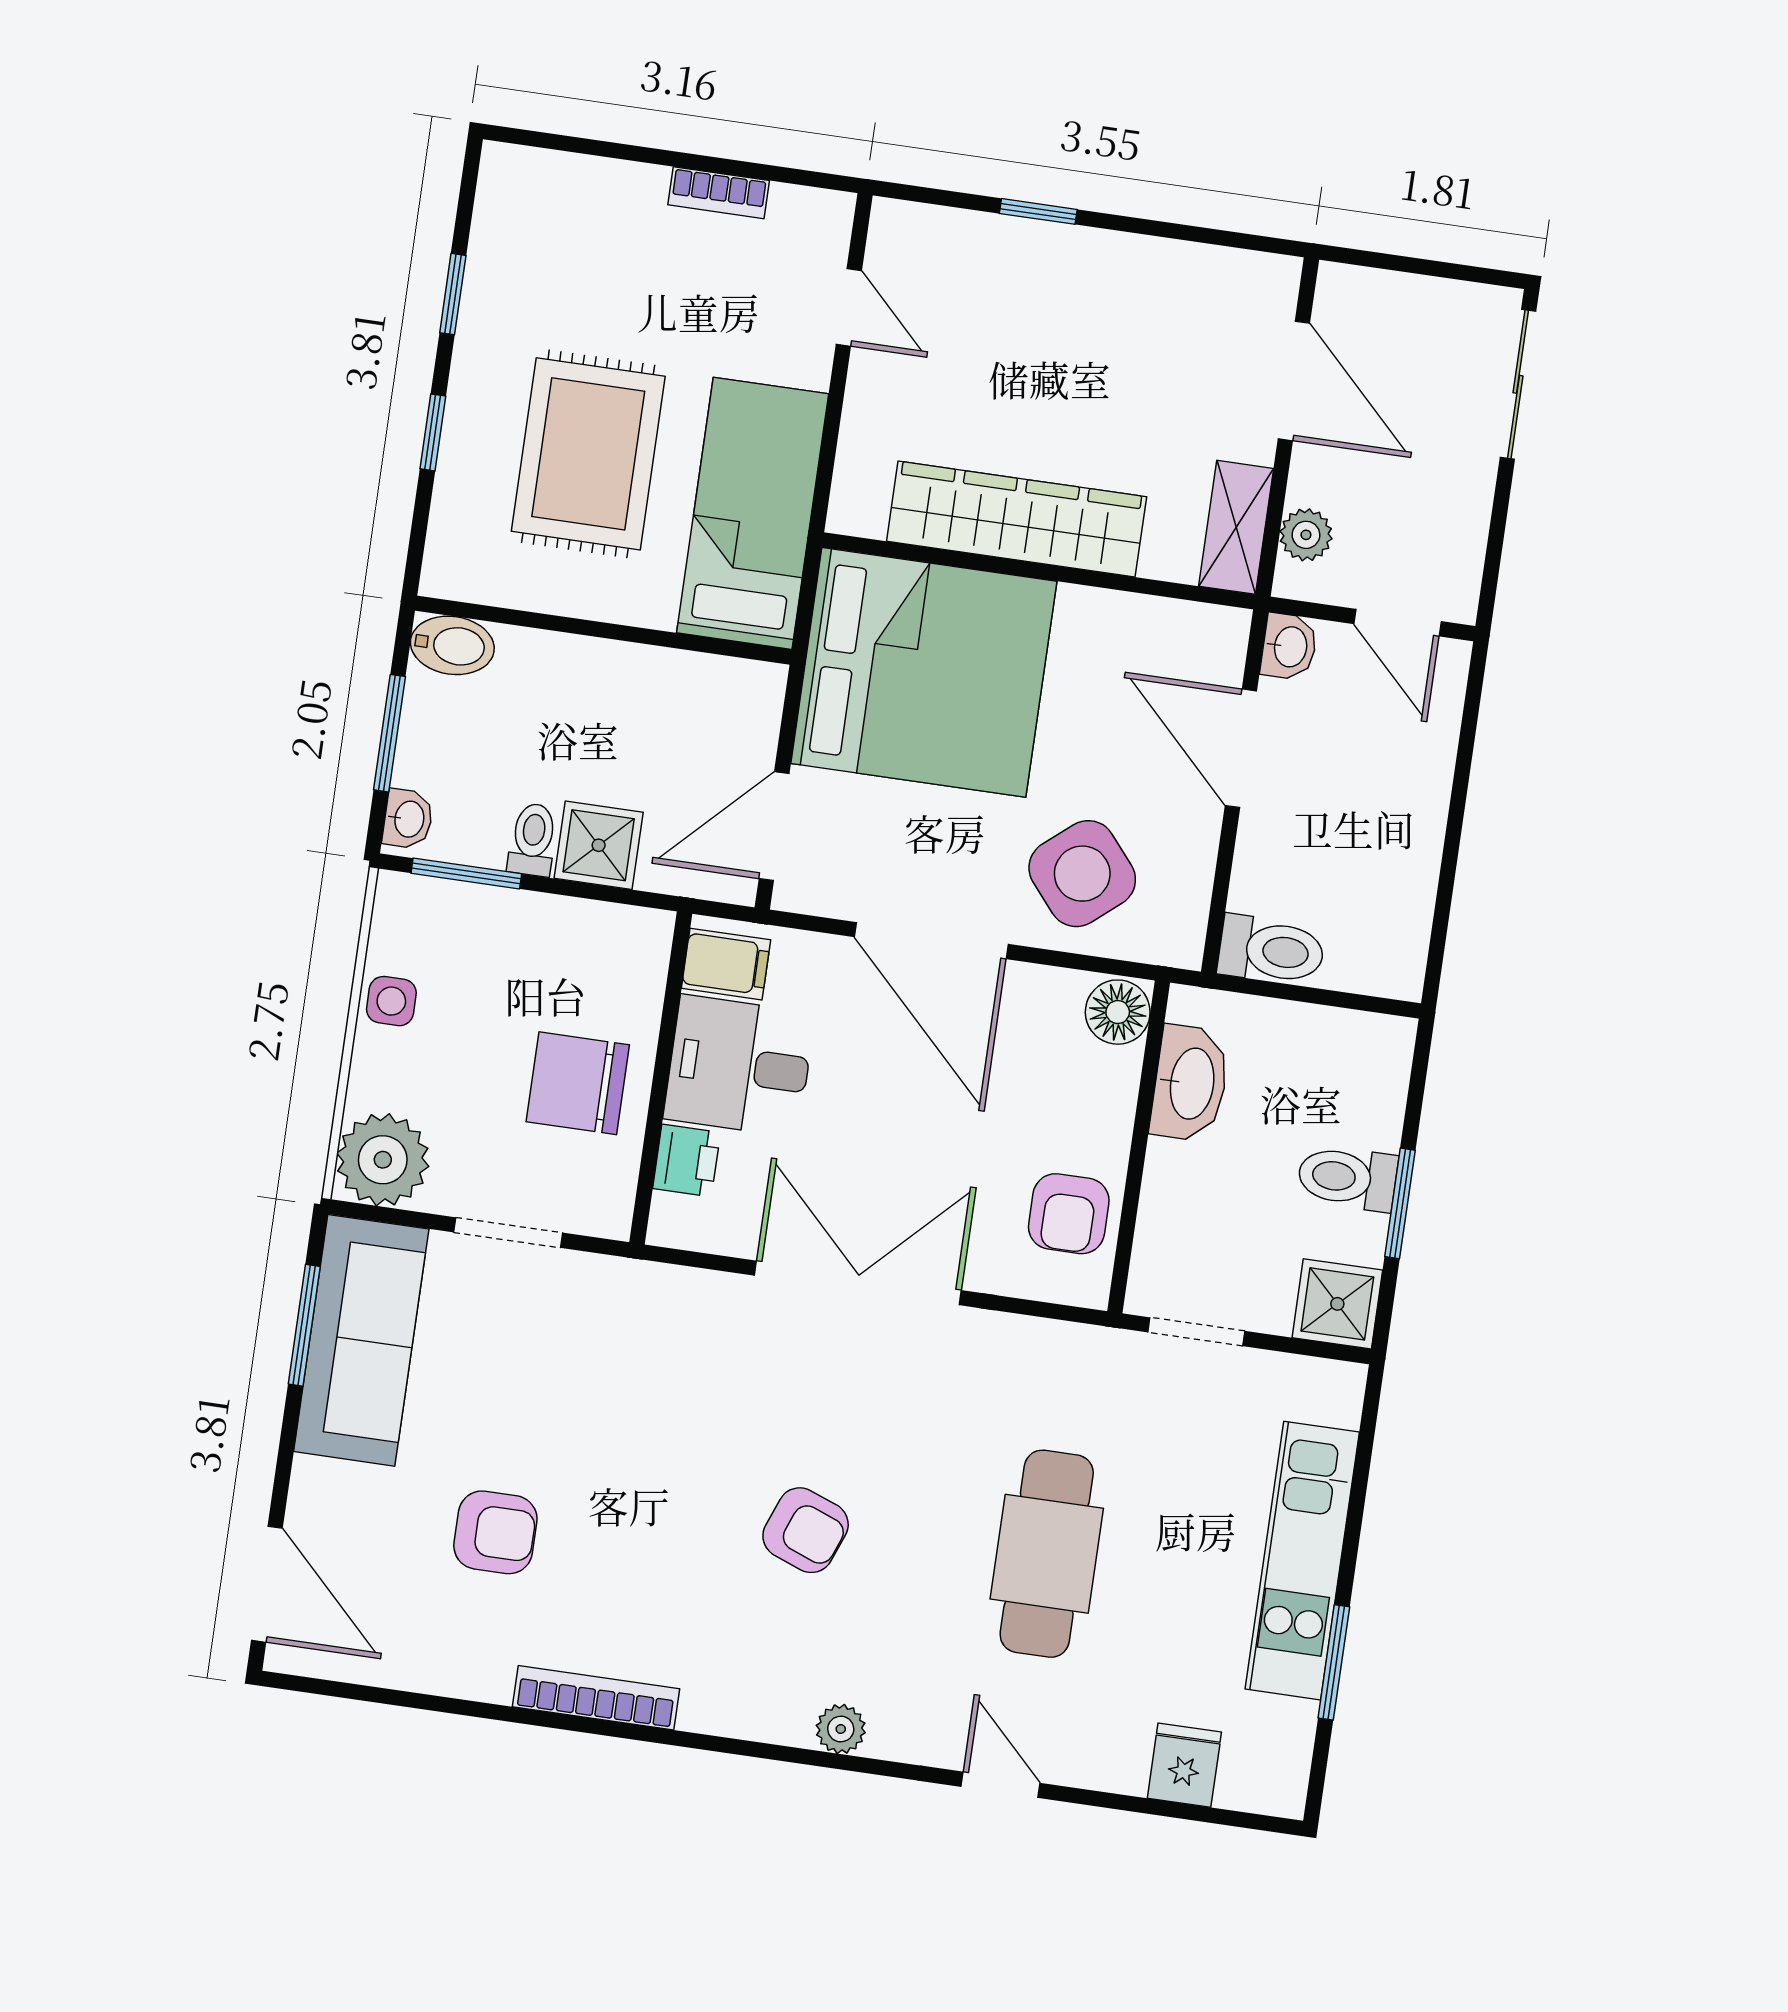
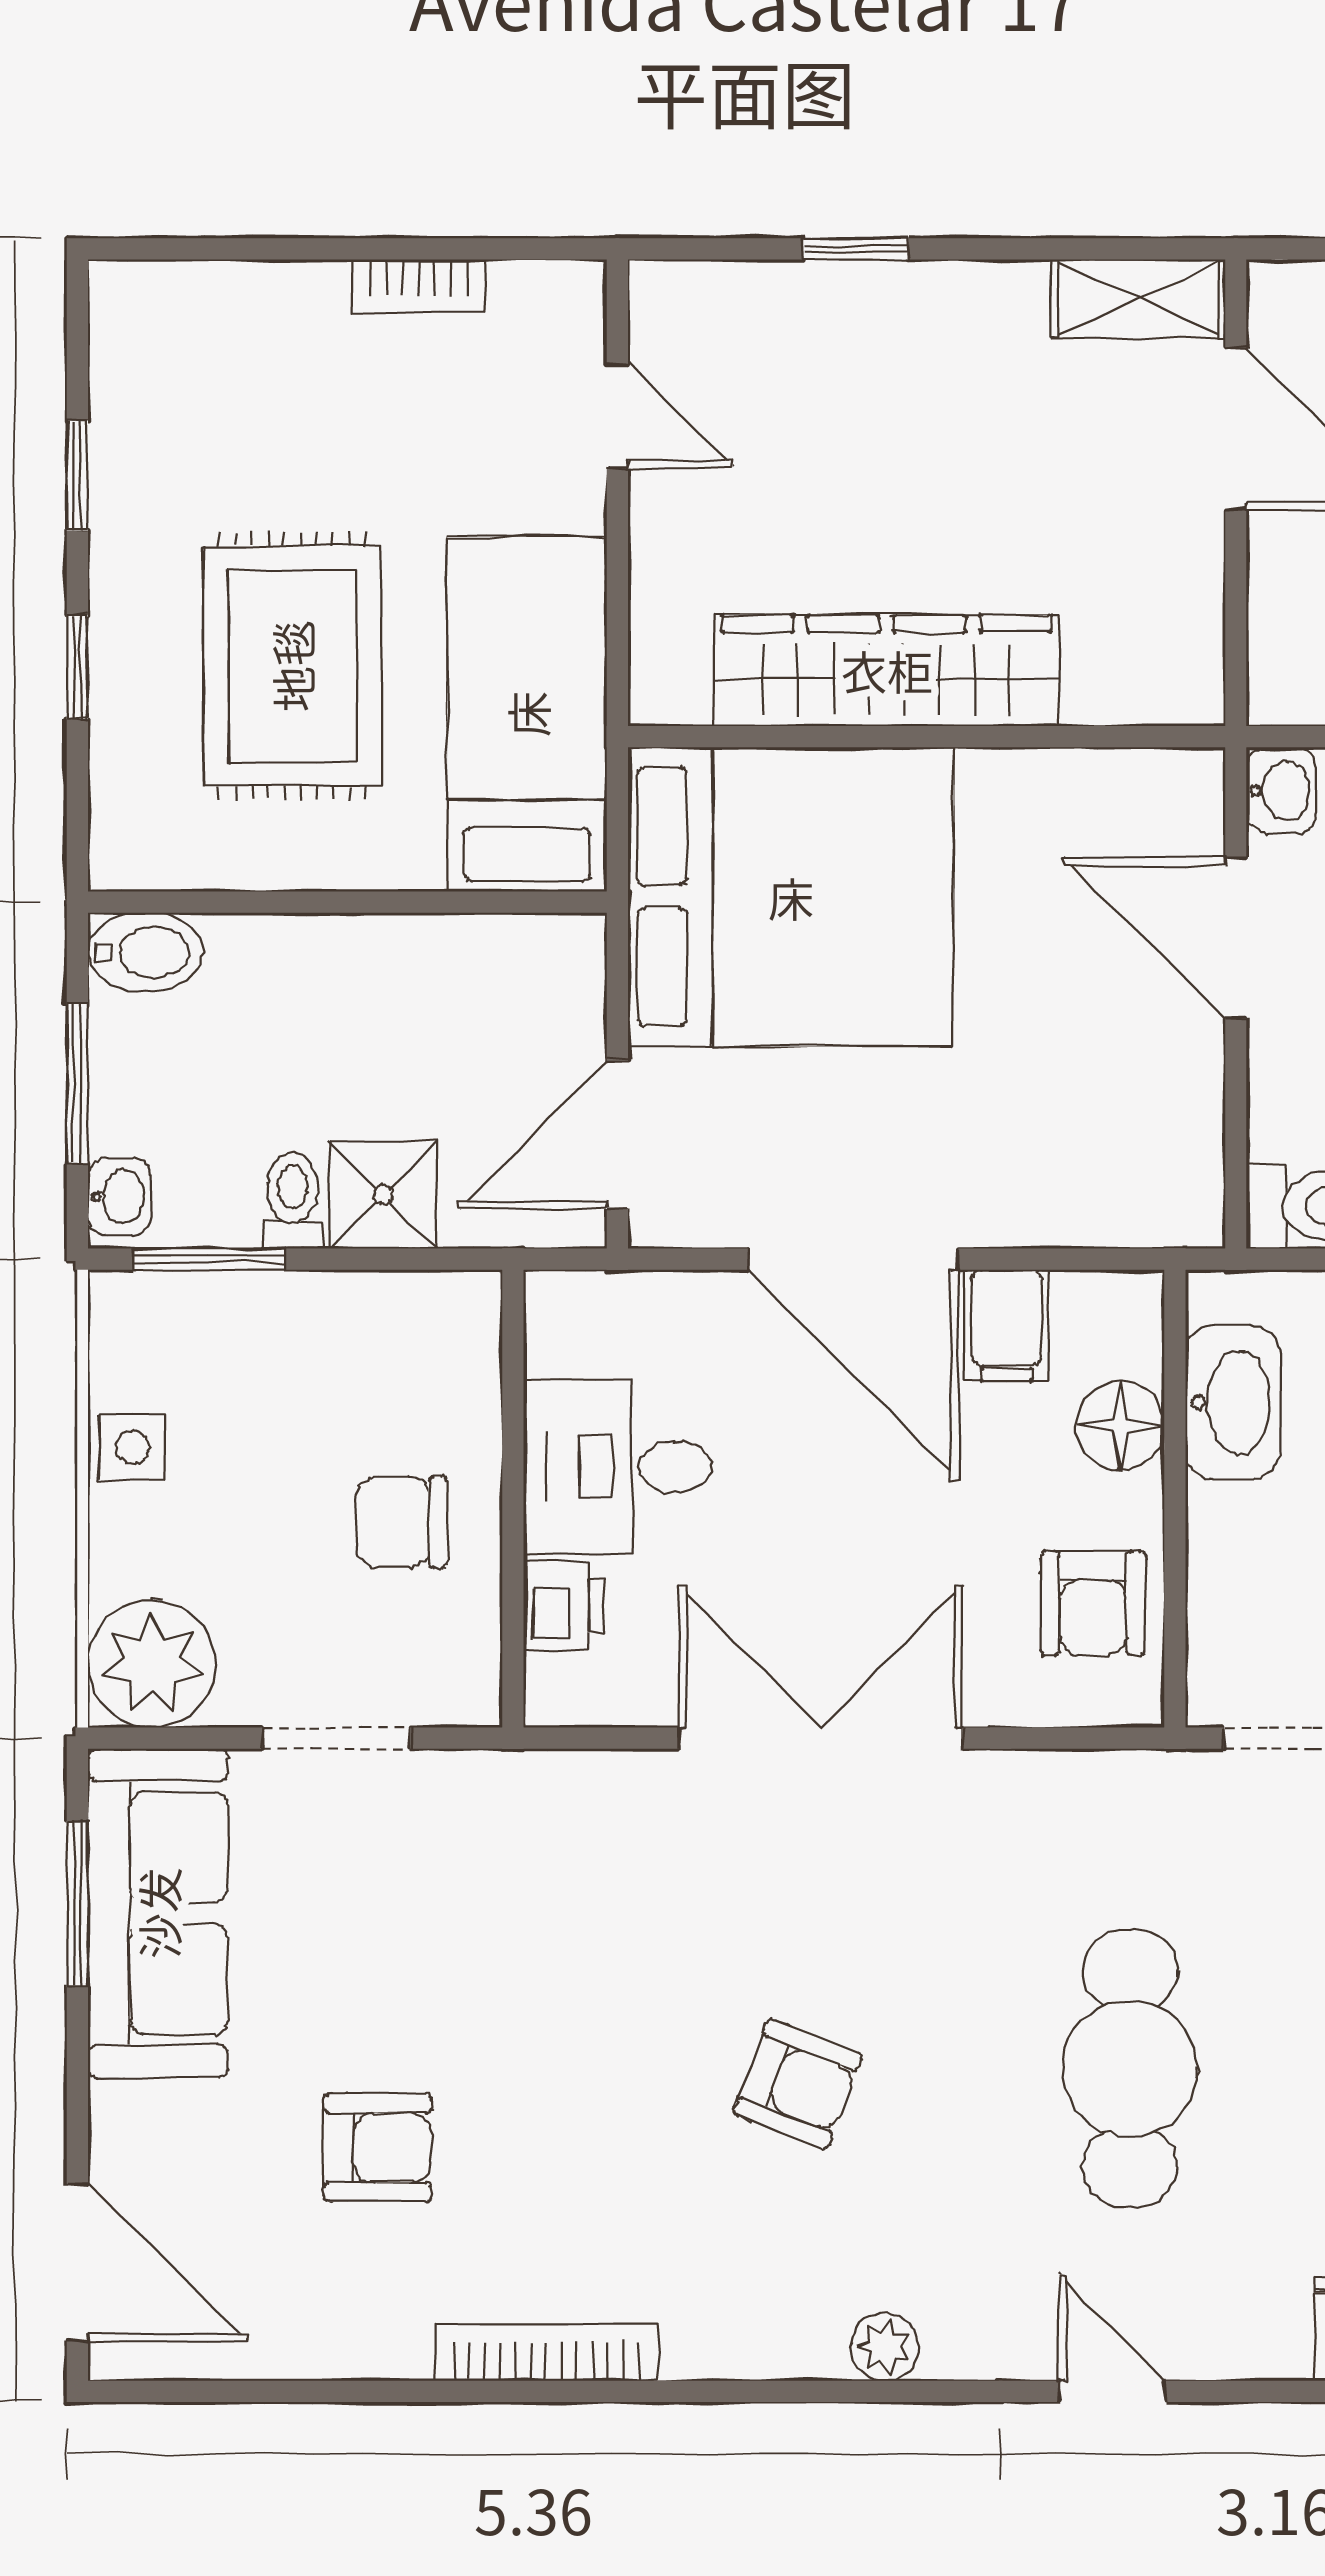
shelving: (1236, 527) -> (1138, 299), moved, turned 90
plant: (1306, 535) -> (1282, 635), removed
side table: (1082, 874) -> (1045, 1139), removed
filing cabinet: (726, 964) -> (1006, 1325), moved, turned 90
floor lamp: (1118, 1012) -> (1120, 1426), moved
chair: (578, 1083) -> (401, 1522), width x0.73, depth x0.73

